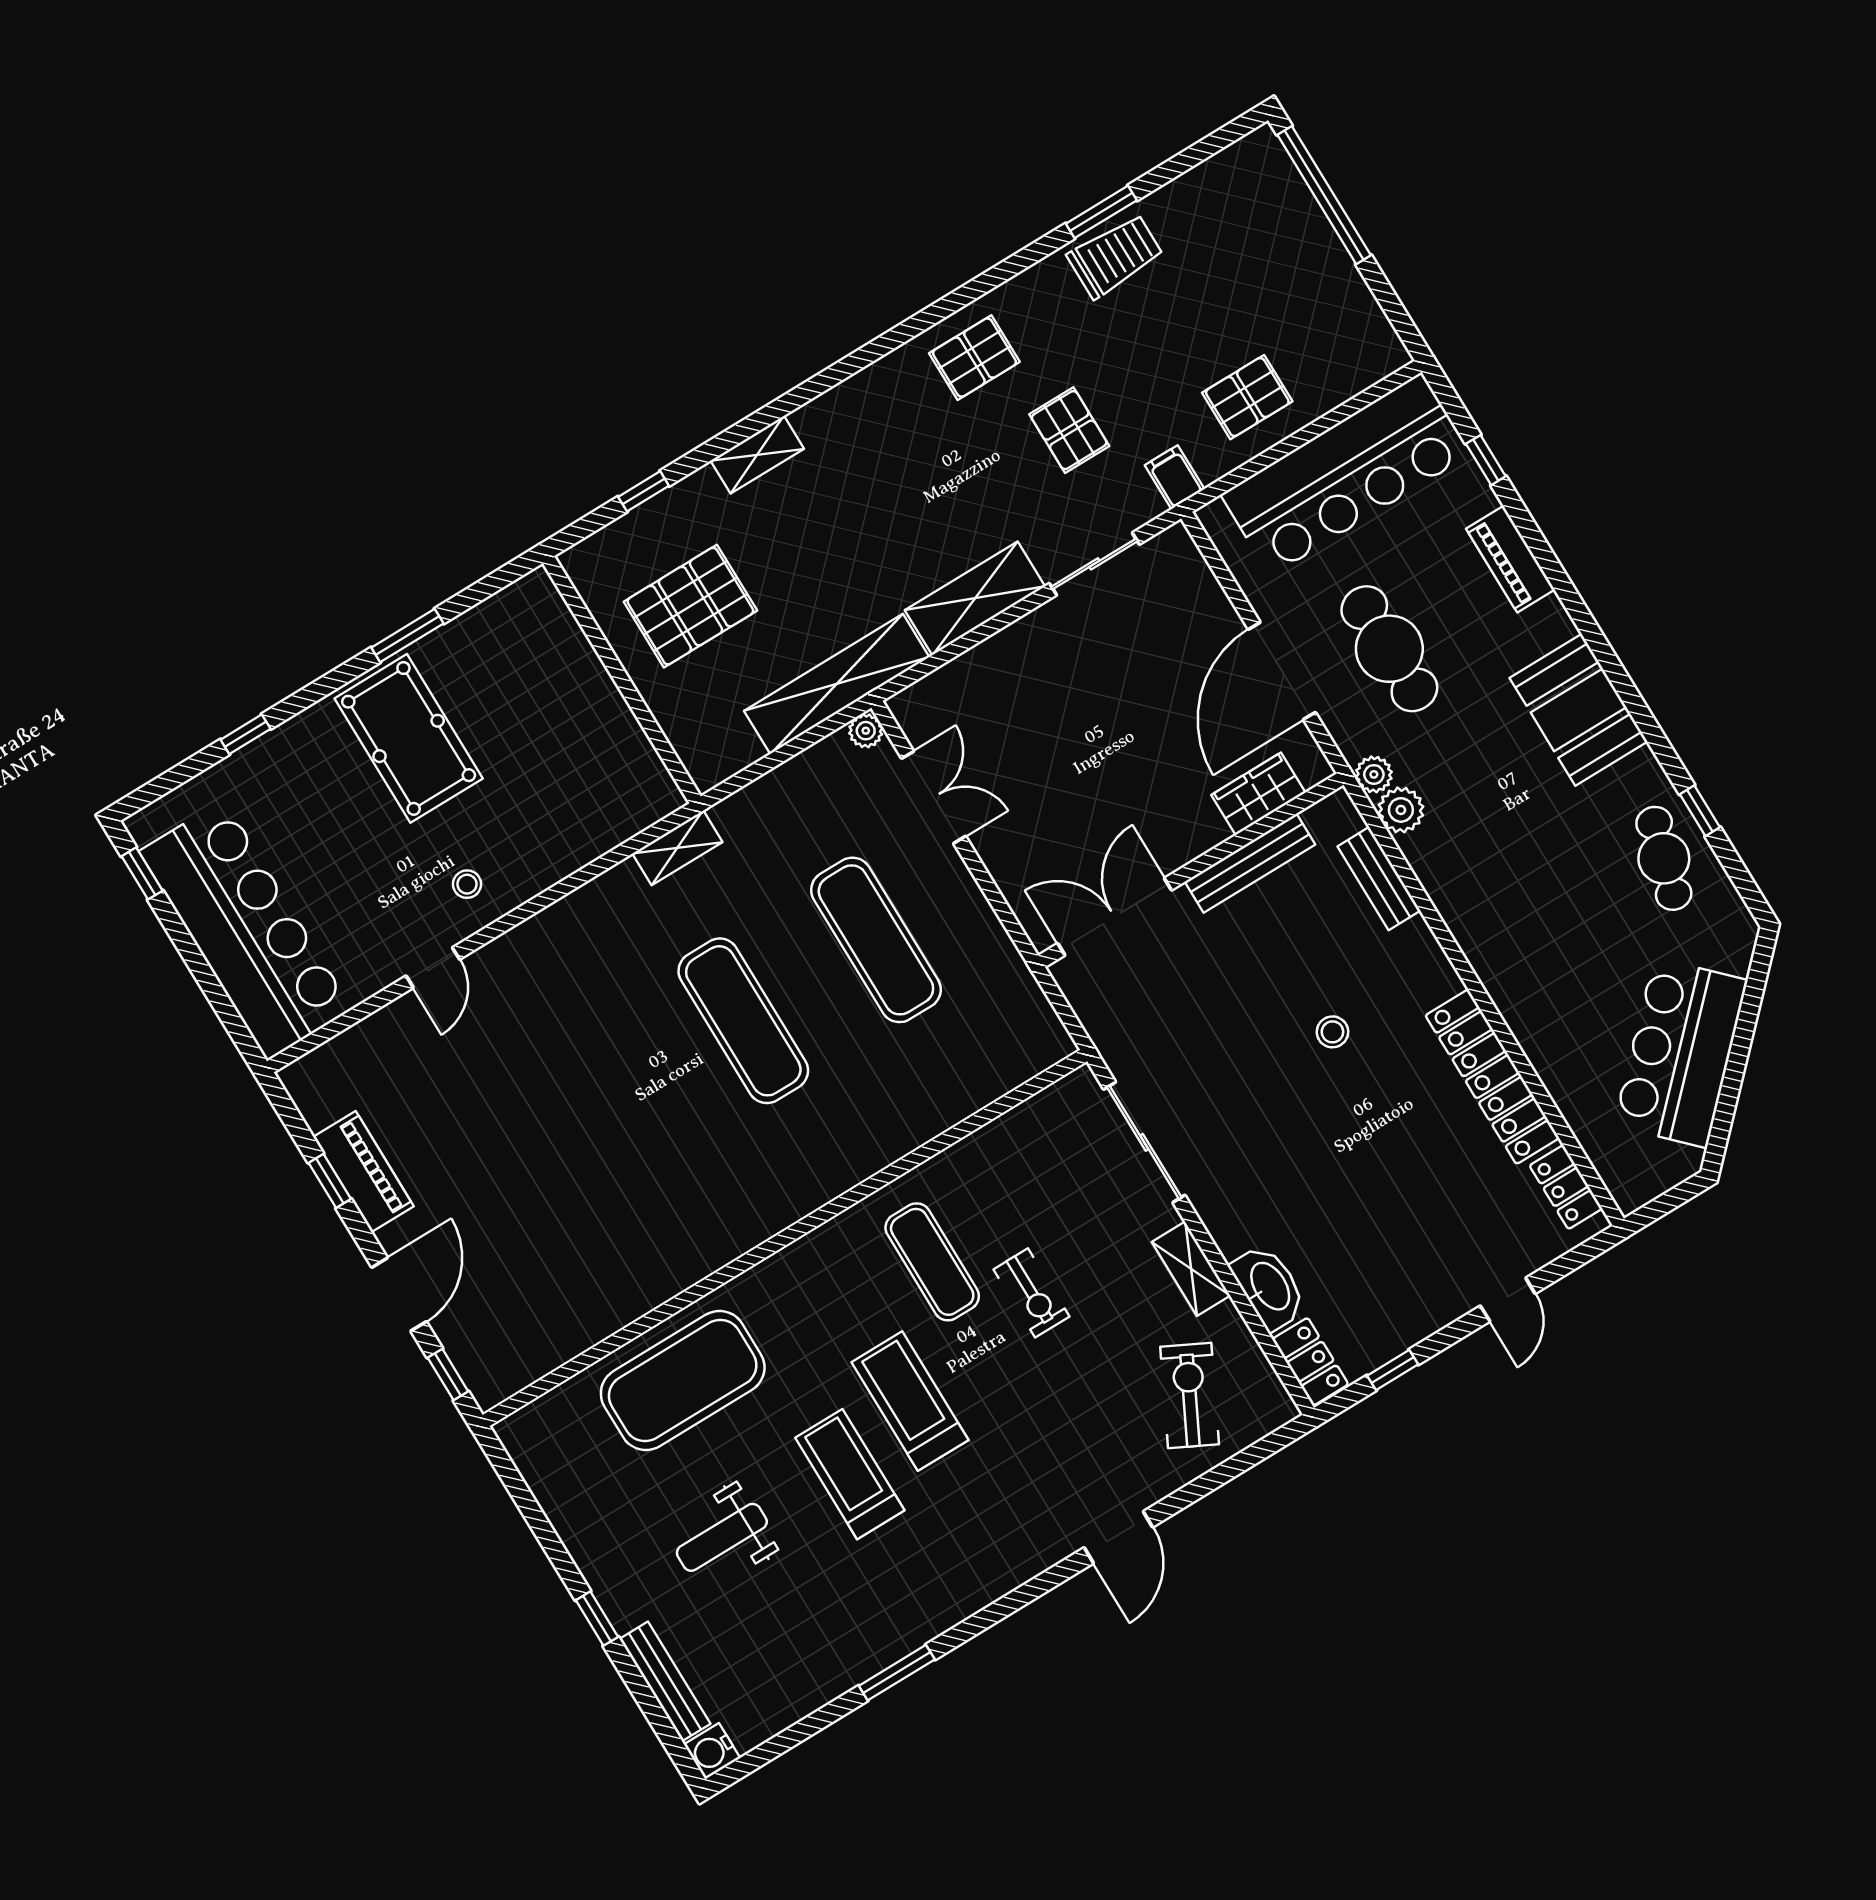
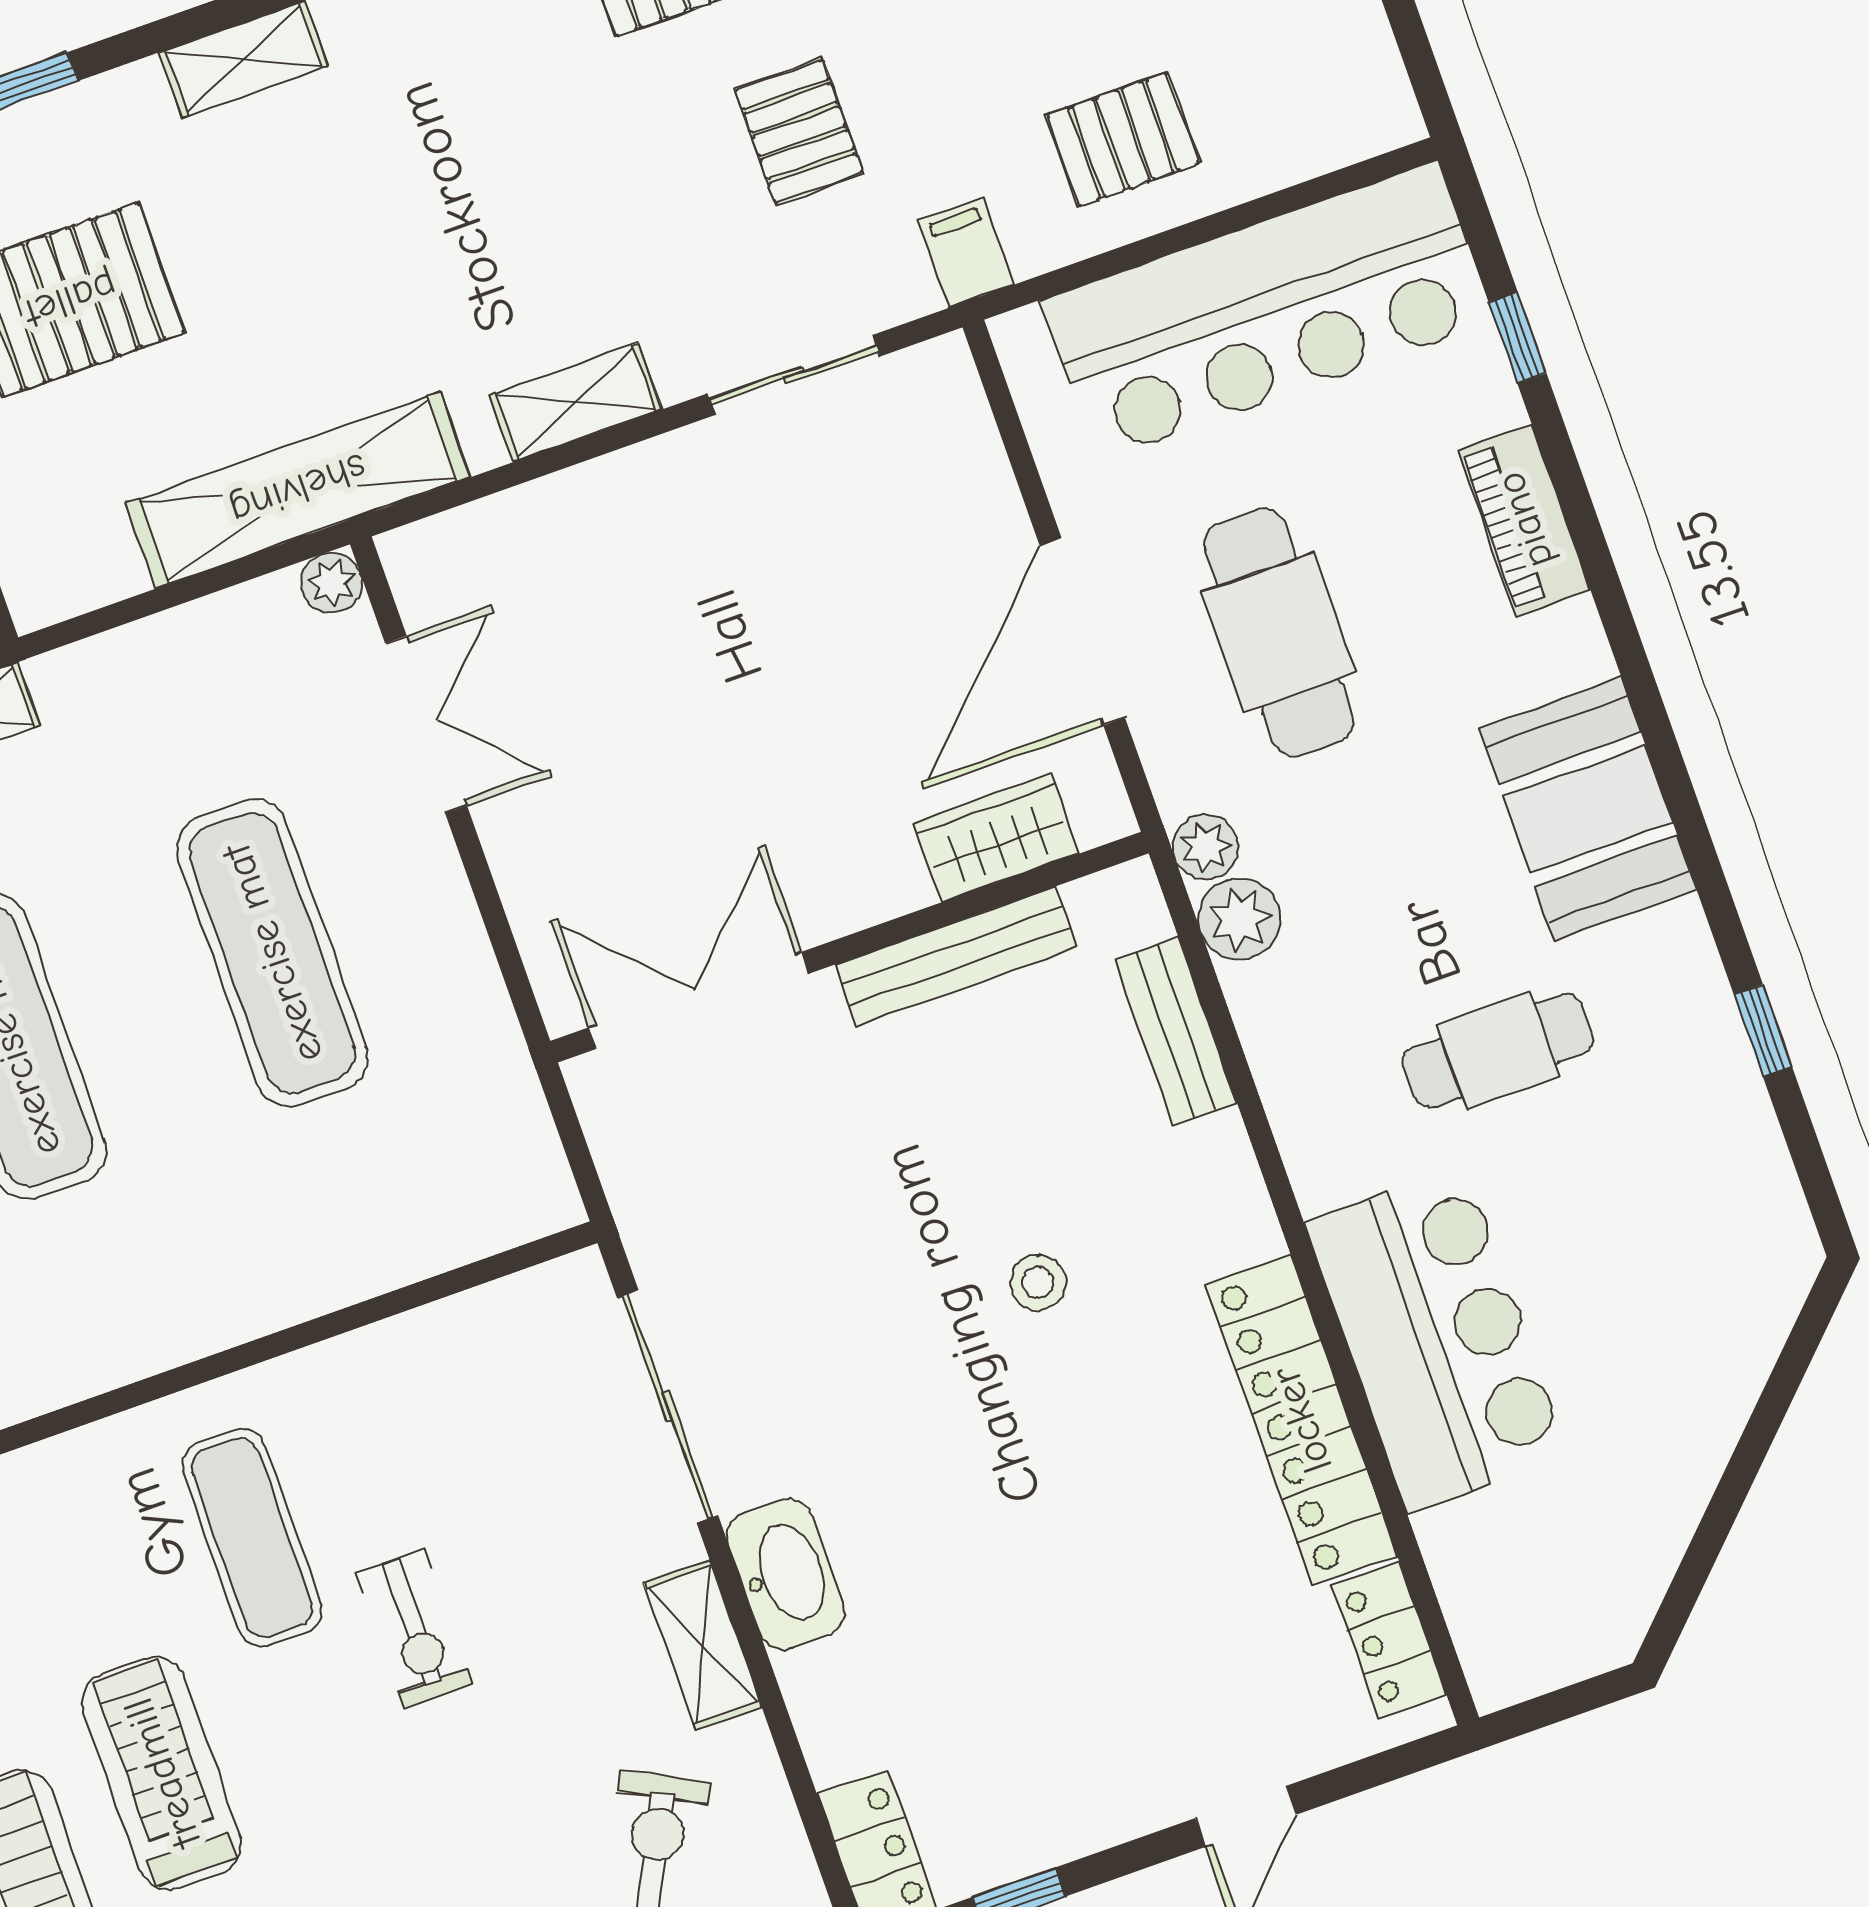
shelving: (975, 598) -> (576, 402), width x0.67, depth x0.75
cafe table: (1664, 858) -> (1498, 1051), moved, turned 74
bar counter: (1681, 1053) -> (1437, 1340), moved, turned 135
washbasin: (1269, 1287) -> (786, 1574), moved

